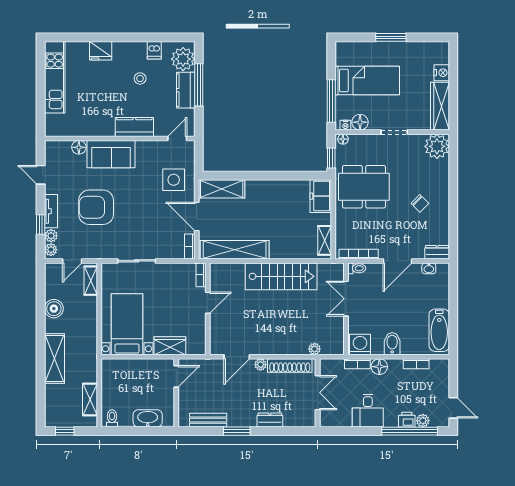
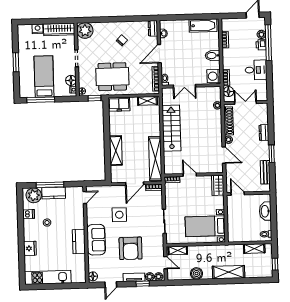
window: (331, 101) -> (41, 100), moved
kitchen counter: (134, 127) -> (79, 242), moved
door: (177, 138) -> (85, 197), swing flipped
floor lamp: (79, 147) -> (93, 276), moved
side table: (174, 180) -> (119, 215), moved
dining table: (364, 187) -> (112, 77), turned 90
shelving: (222, 189) -> (116, 151), moved
door: (398, 261) -> (159, 54), swing flipped
wardrobe: (170, 346) -> (218, 185), moved
floor lamp: (379, 367) -> (228, 92), moved

